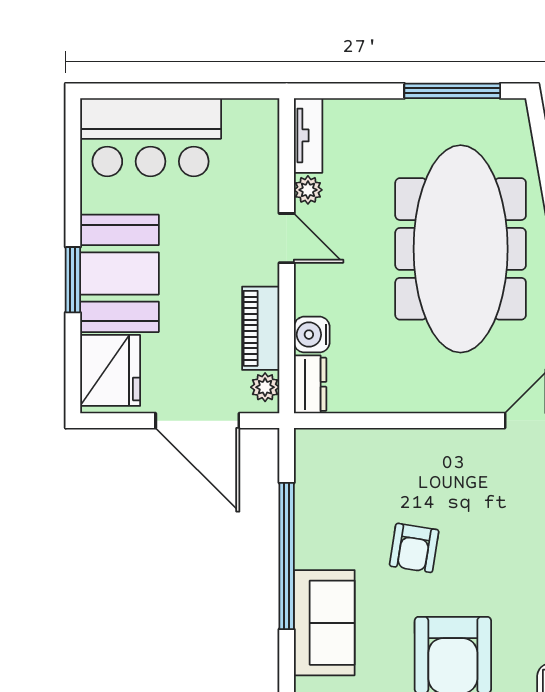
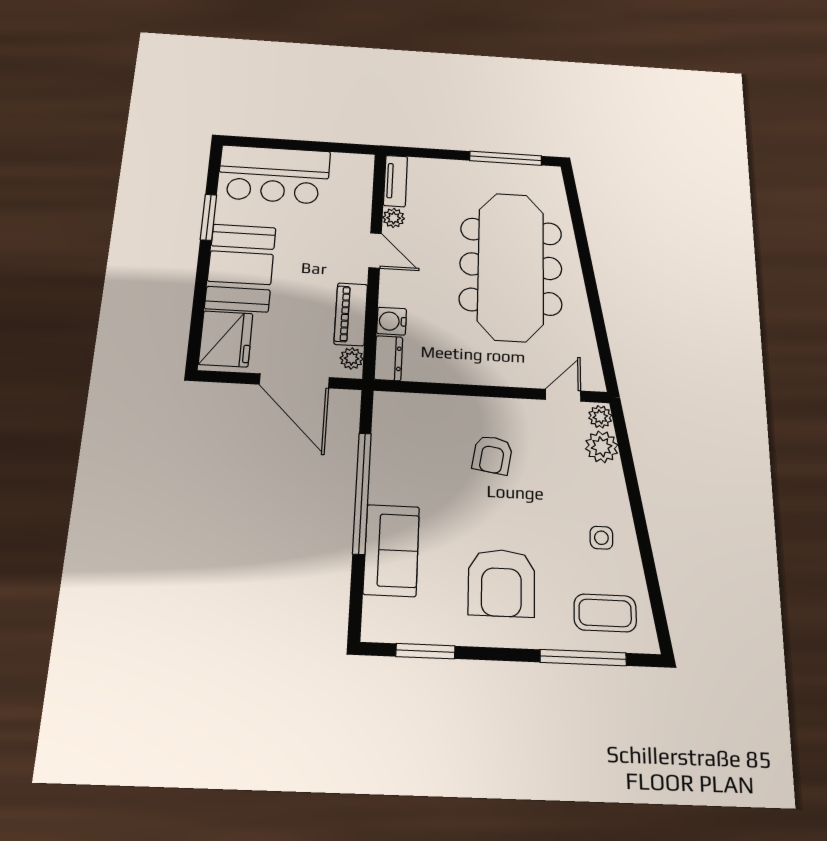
window: (73, 280) -> (208, 217), moved
armchair: (414, 548) -> (492, 455), moved

